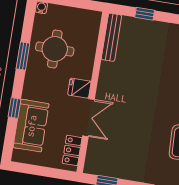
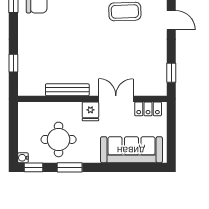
bench: (111, 37) -> (67, 90), moved
window: (15, 108) -> (34, 167), moved
sofa: (31, 126) -> (131, 150), width x1.36

